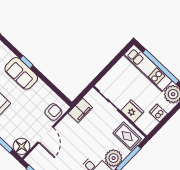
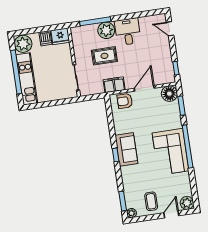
filing cabinet: (80, 110) -> (114, 85), moved
fridge: (132, 111) -> (60, 36), moved, turned -90
rug: (127, 136) -> (104, 56), moved, turned 90

